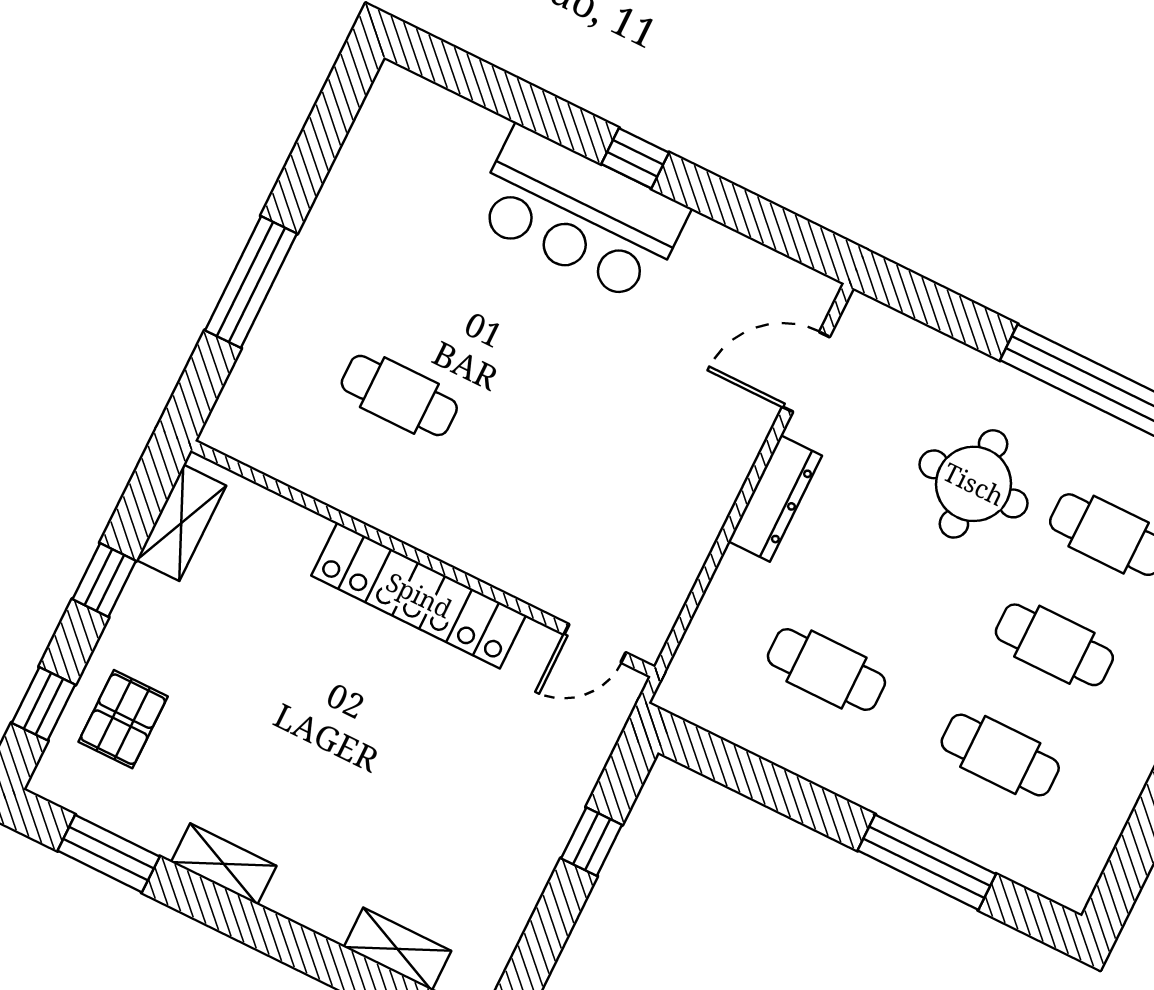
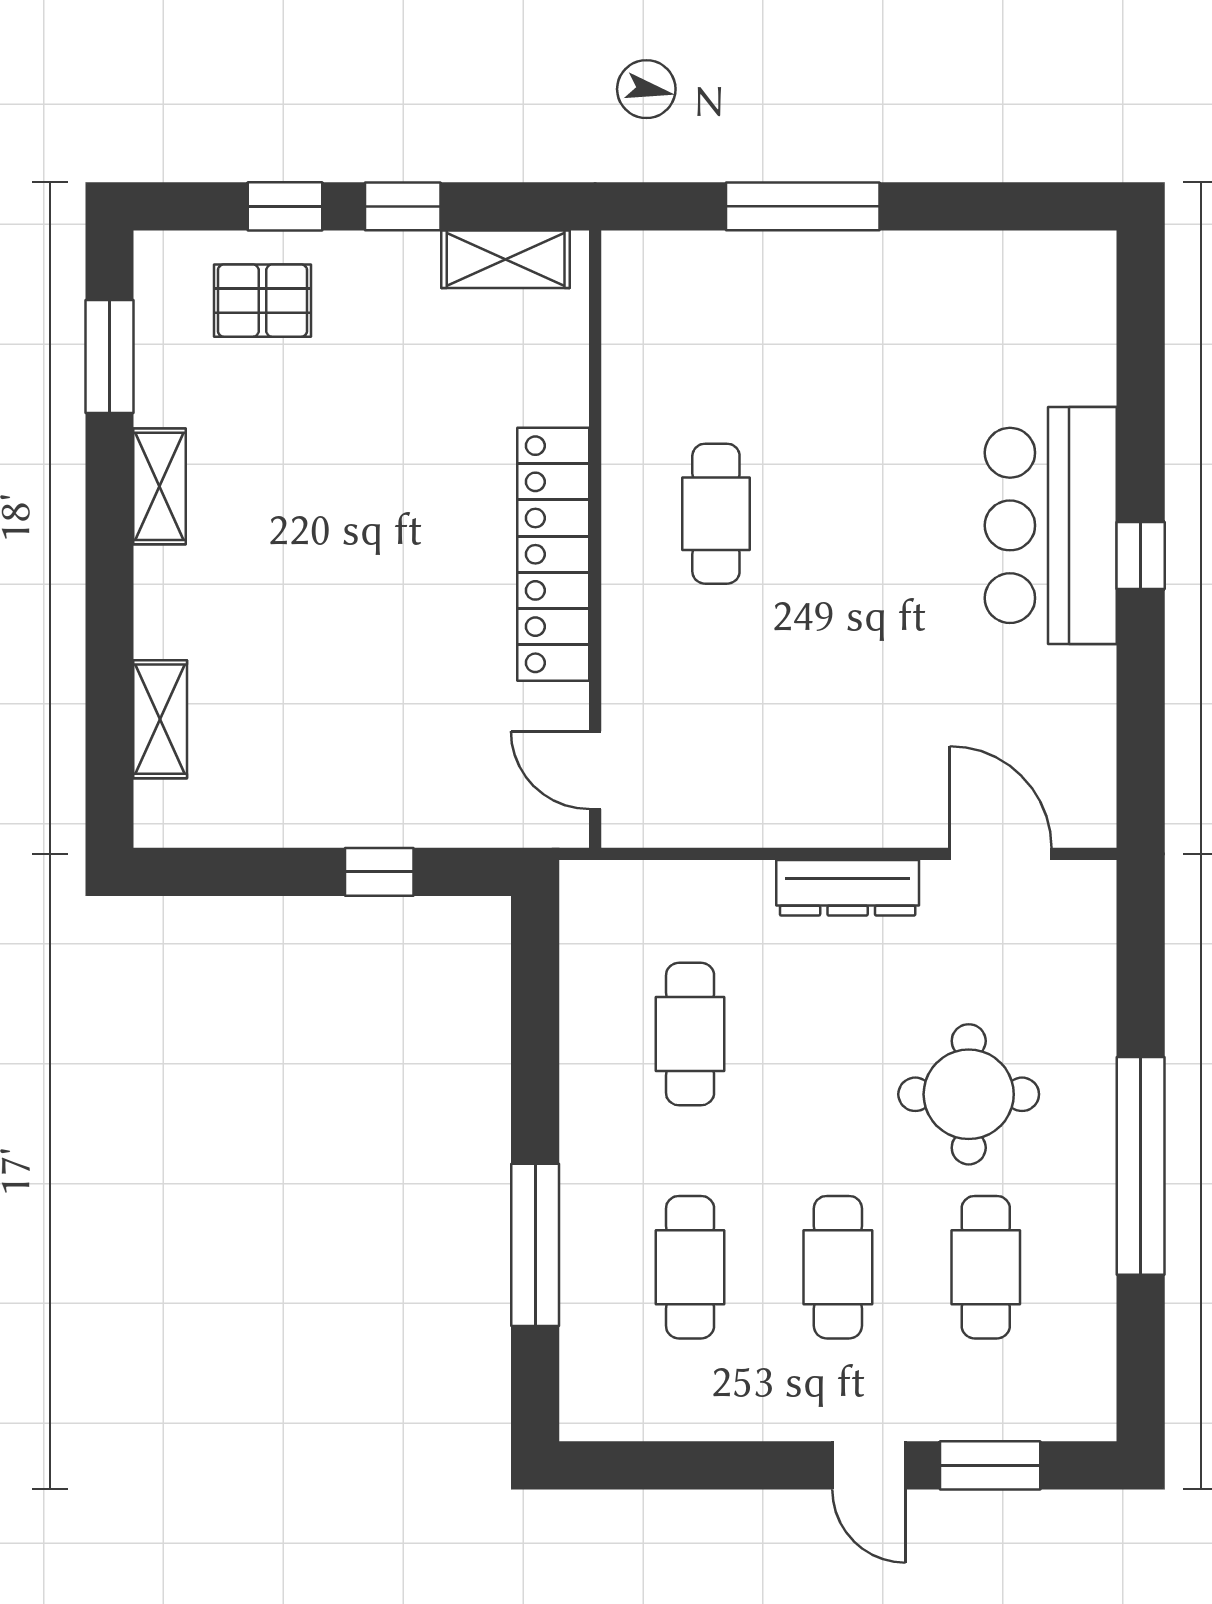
cafe table: (399, 395) -> (716, 514), moved
window: (43, 704) -> (285, 206), moved

